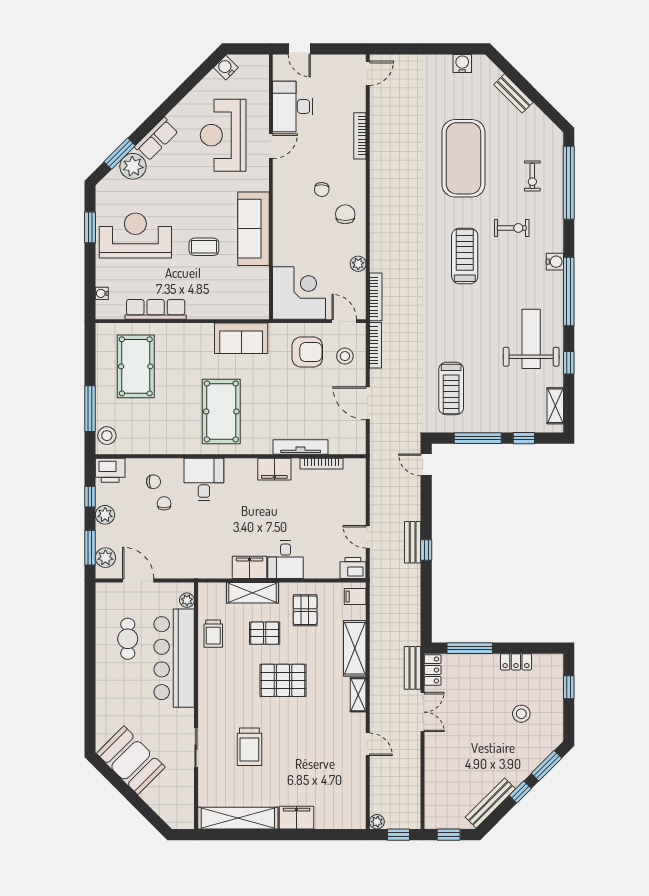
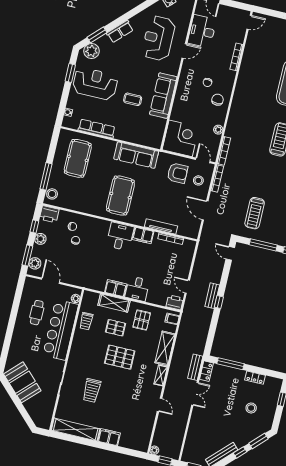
plant: (133, 166) -> (92, 51), moved
sofa: (241, 338) -> (136, 155), width x1.36
desk: (204, 480) -> (120, 236), moved

